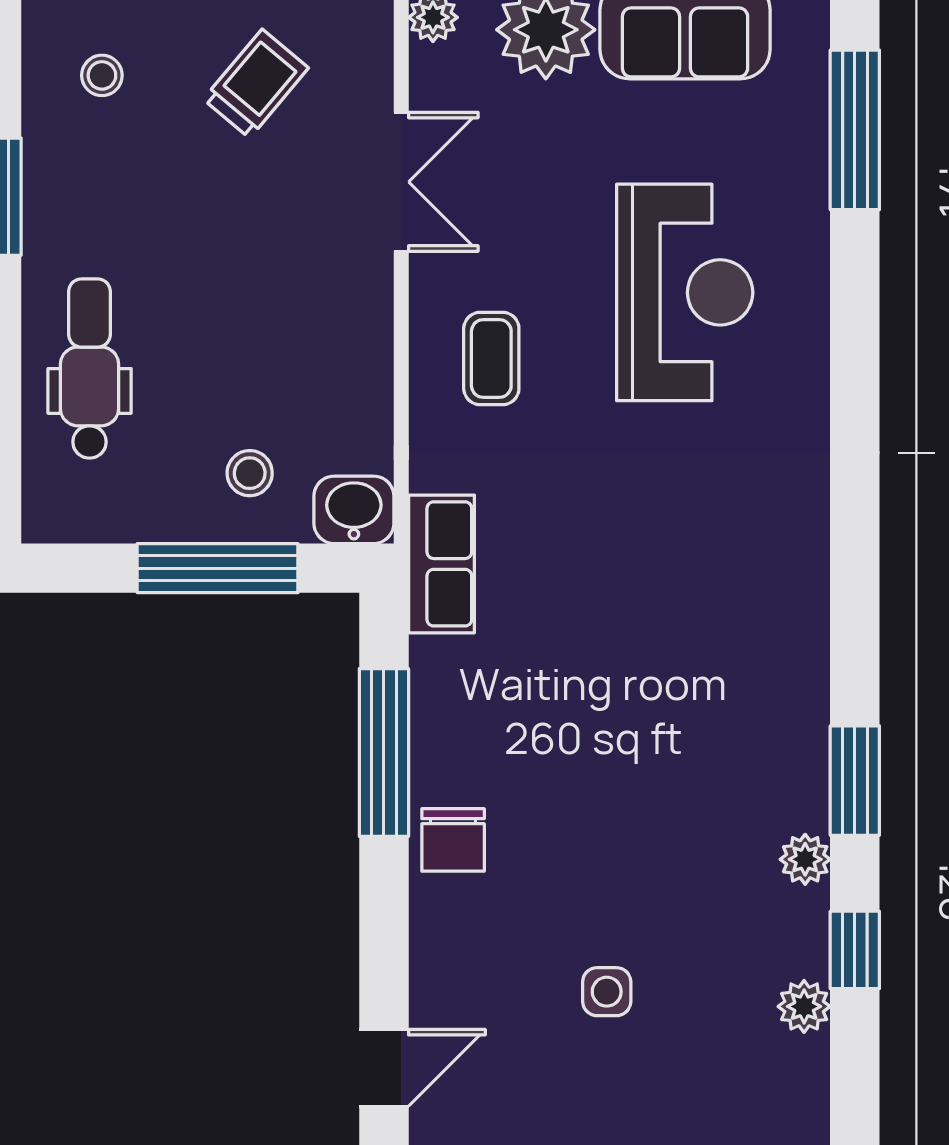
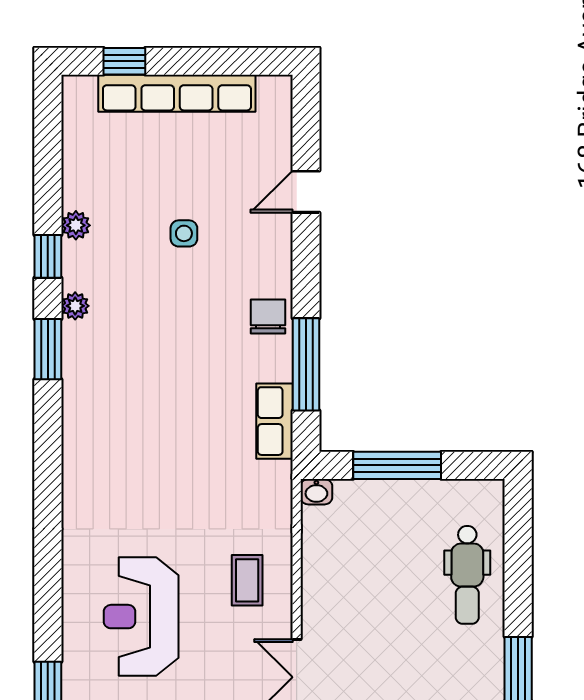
stool: (250, 473) -> (380, 518), removed
washbasin: (354, 510) -> (316, 492), width x0.72, depth x0.69
row of seats: (441, 564) -> (274, 421), moved

